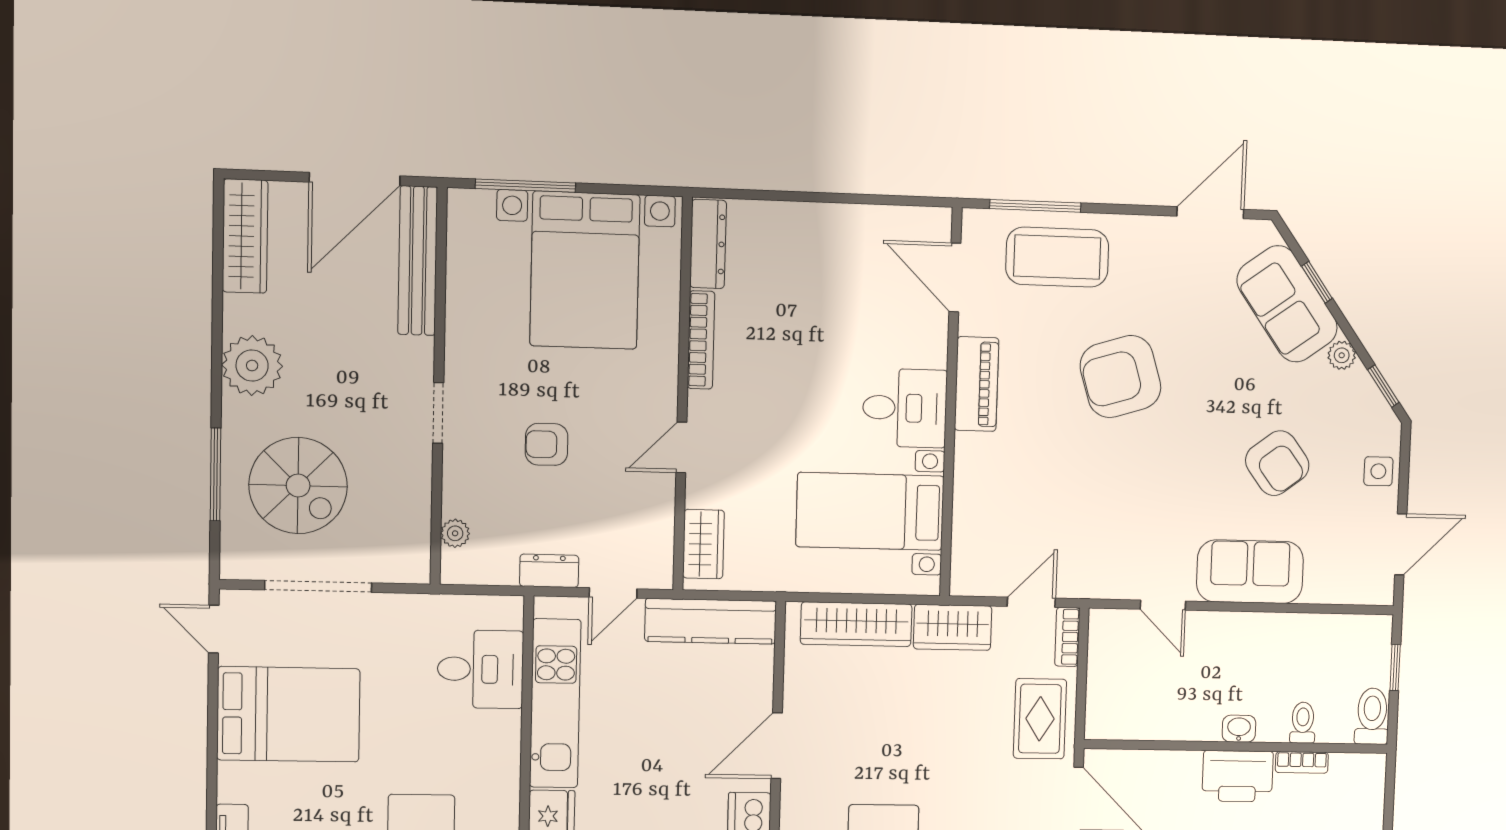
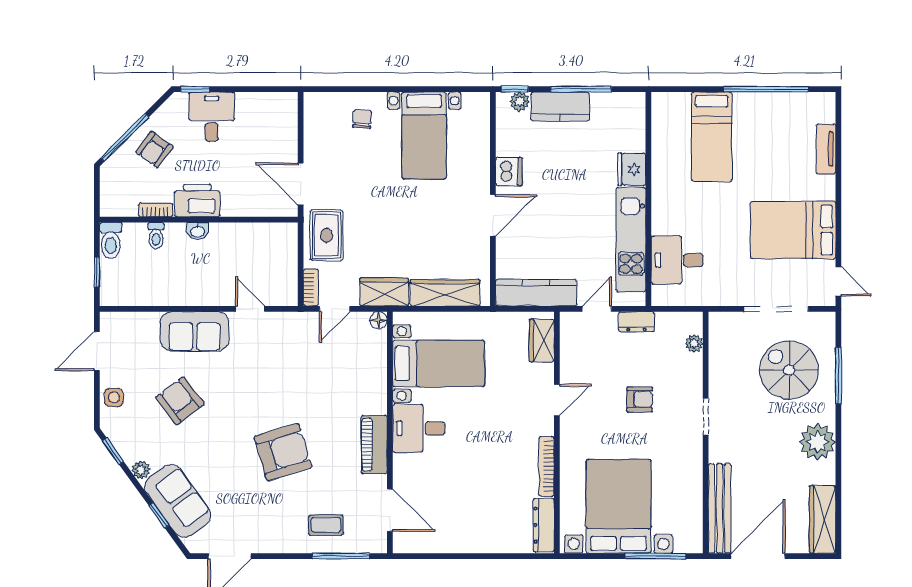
coffee table: (1057, 257) -> (326, 525), width x0.54, depth x0.58
floor lamp: (963, 583) -> (379, 320), added

